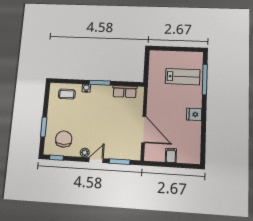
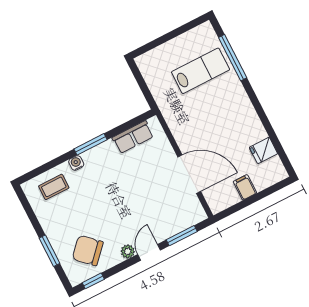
fridge: (194, 114) -> (263, 150), moved
chair: (64, 139) -> (88, 250), turned -47

